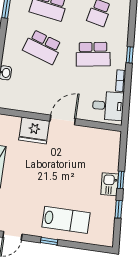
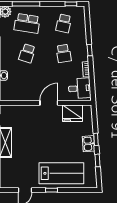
school desk: (43, 47) -> (27, 53), width x0.54
school desk: (93, 54) -> (64, 53), width x0.54
fridge: (34, 130) -> (72, 113), moved
lab bench: (66, 220) -> (61, 173), width x1.36, depth x1.39

